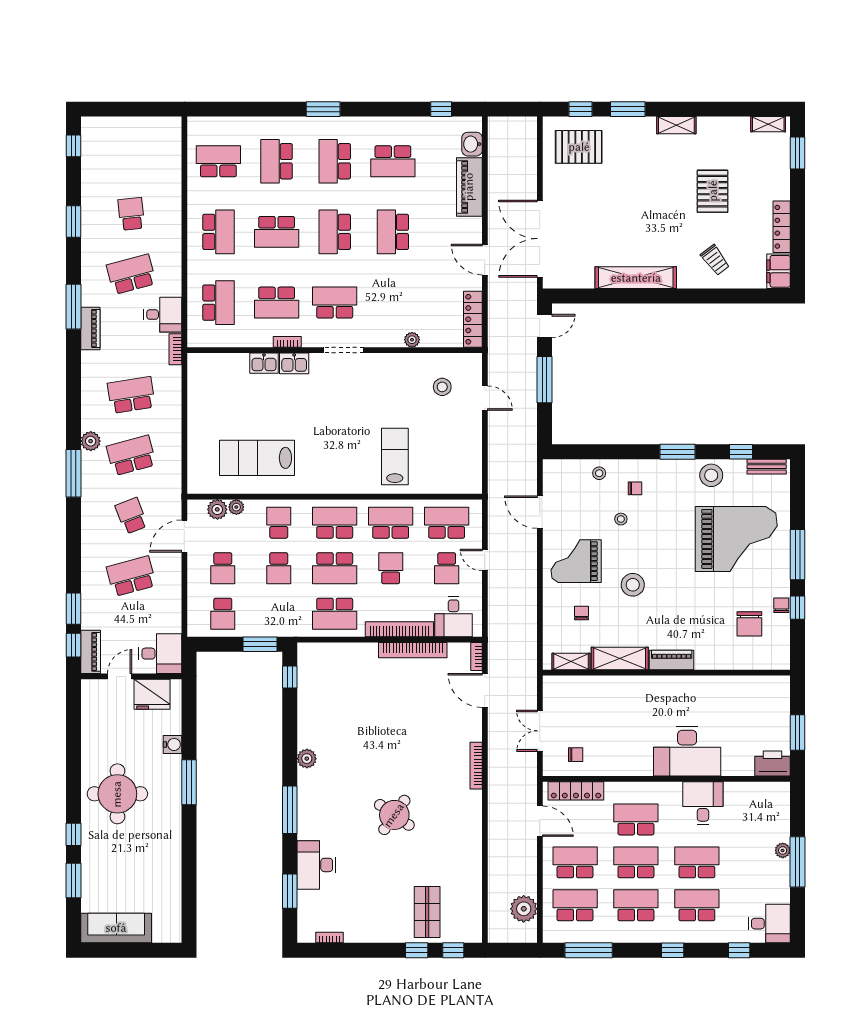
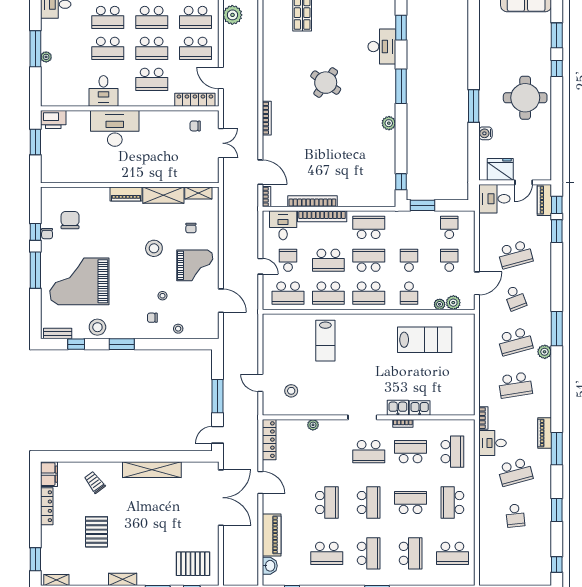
school desk: (393, 161) -> (327, 553), turned 180
school desk: (218, 303) -> (452, 452), turned 180
school desk: (391, 568) -> (328, 260), width x1.85

